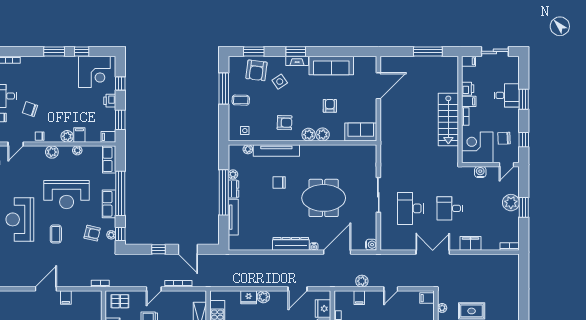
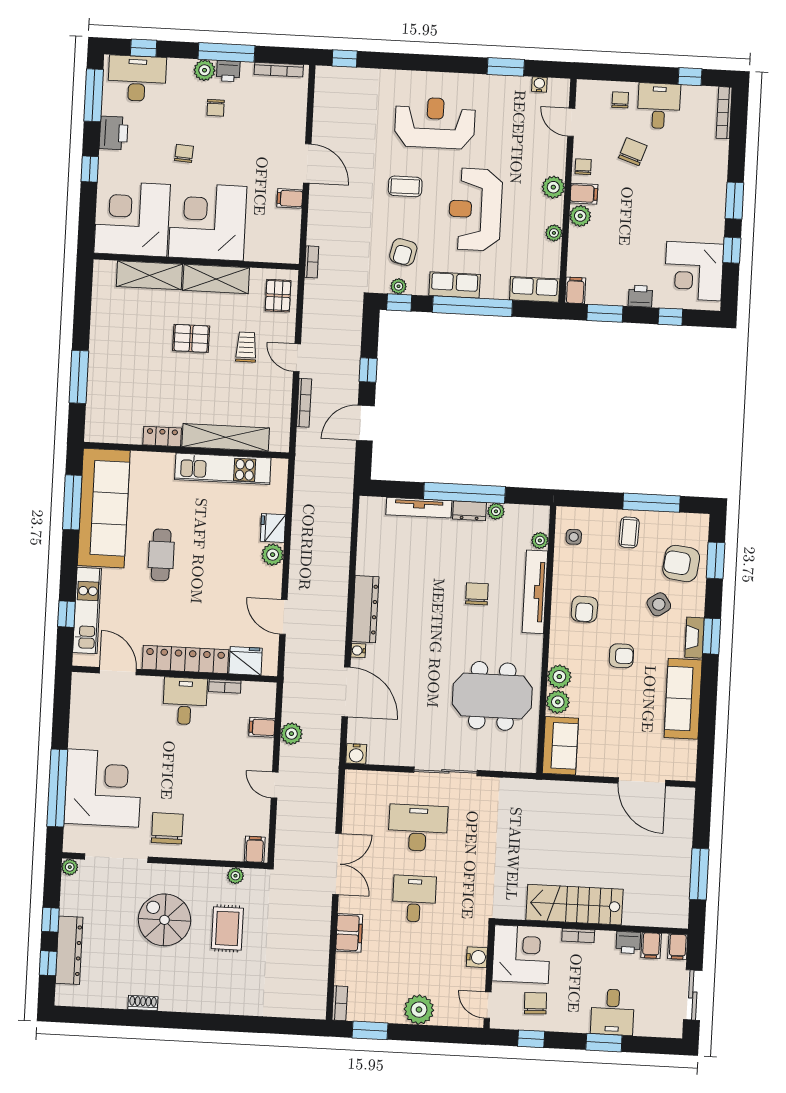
filing cabinet: (469, 101) -> (651, 946), moved
armchair: (330, 106) -> (621, 656), moved
filing cabinet: (79, 135) -> (584, 194), moved
plant: (309, 135) -> (558, 702), moved
meeting table: (324, 198) -> (492, 696), moved, turned 90
window: (524, 207) -> (370, 1030), moved

